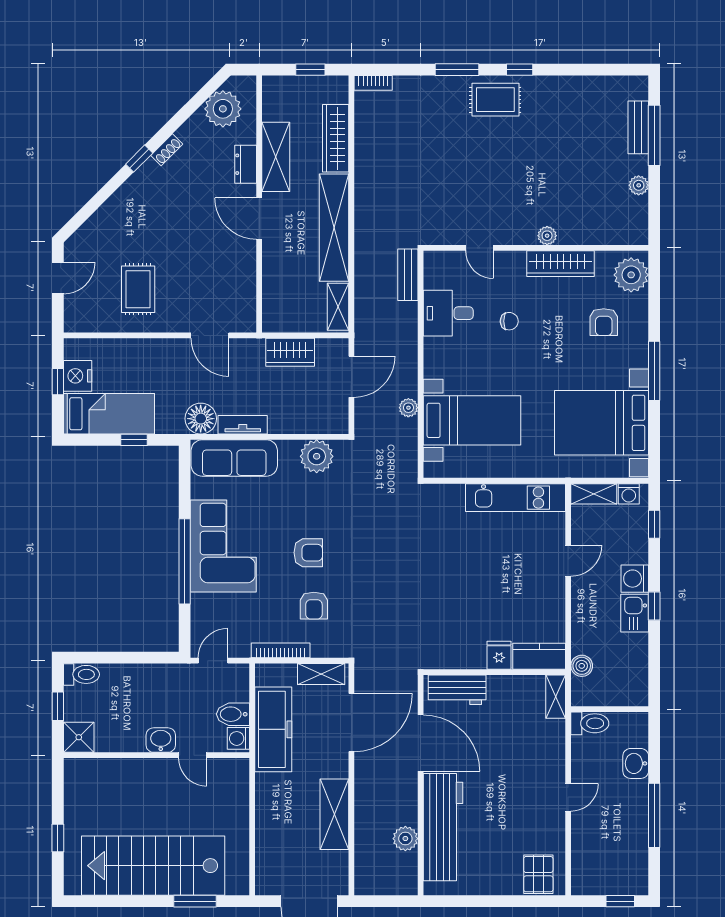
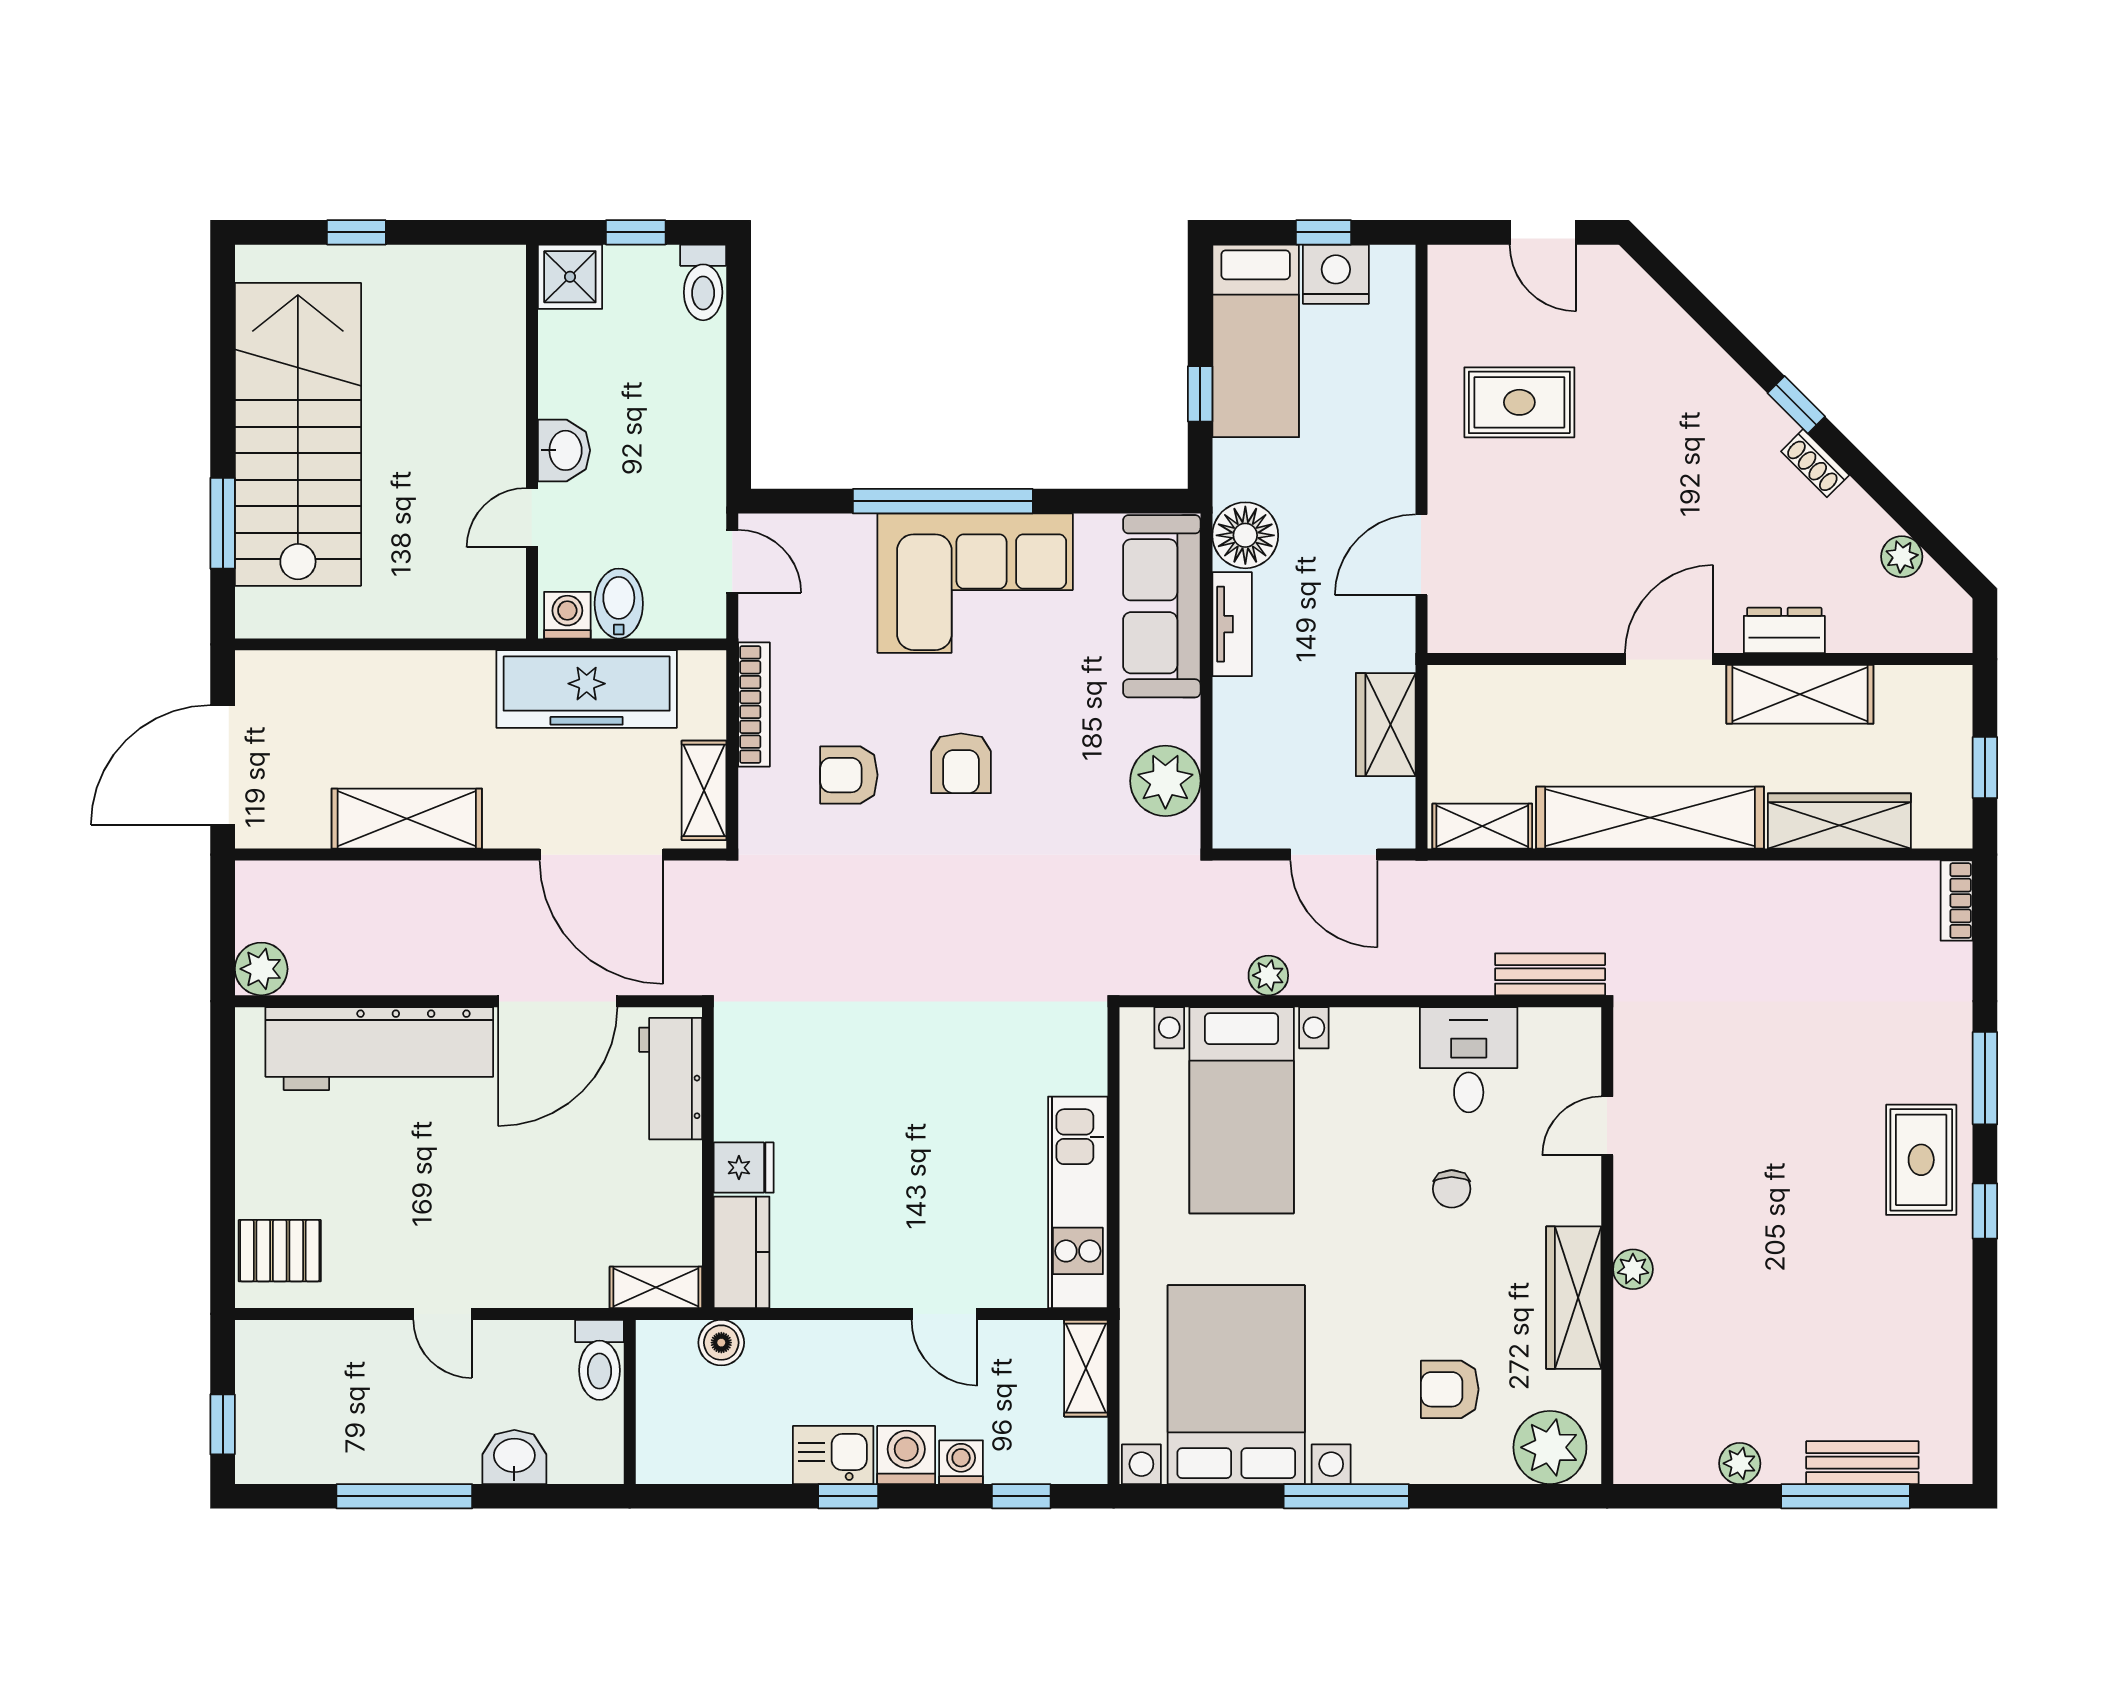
plant: (223, 109) -> (1902, 557), width x0.53, depth x0.53
washing machine: (629, 494) -> (961, 1462), moved, turned 90
plant: (405, 839) -> (261, 969), moved

